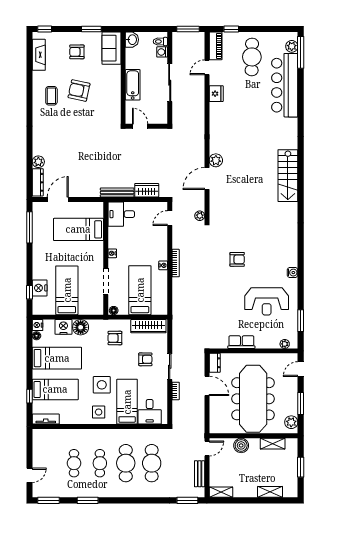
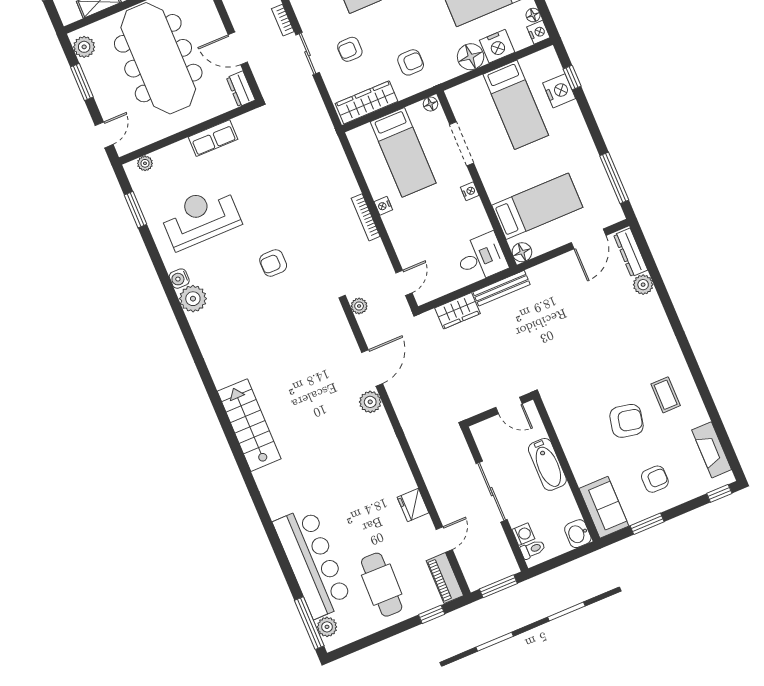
floor lamp: (98, 208) -> (522, 252), added
plant: (290, 258) -> (193, 299), added

